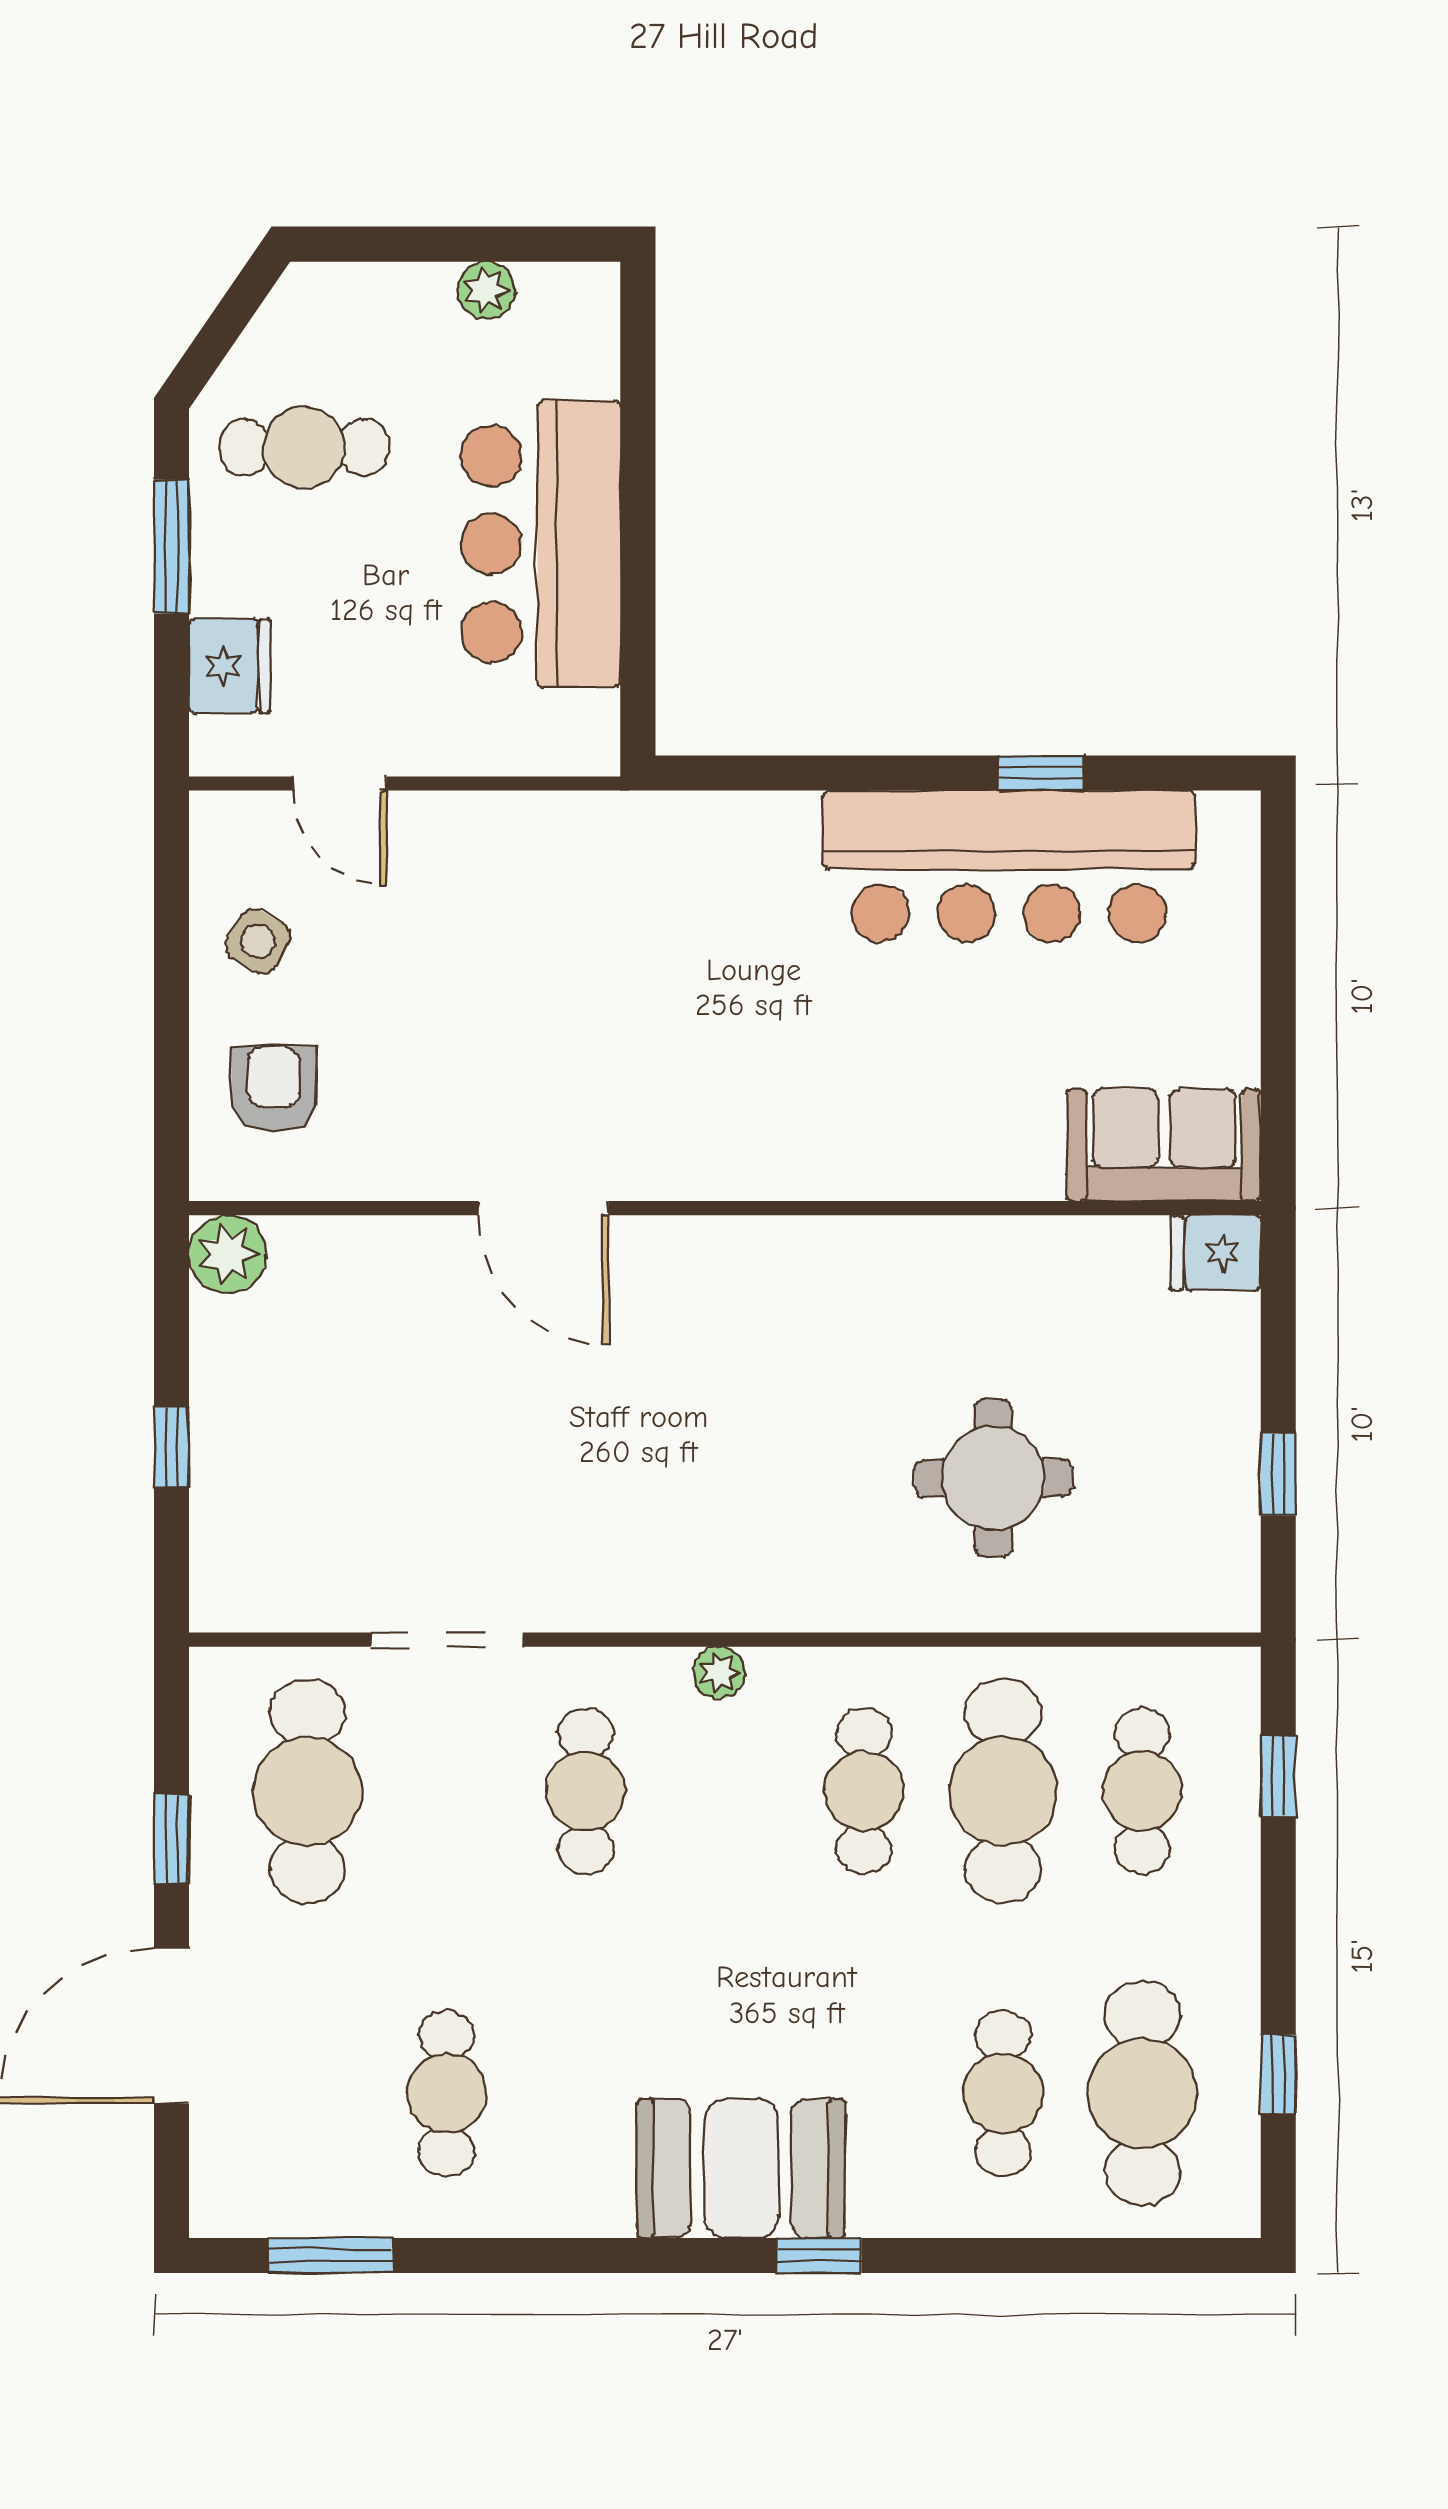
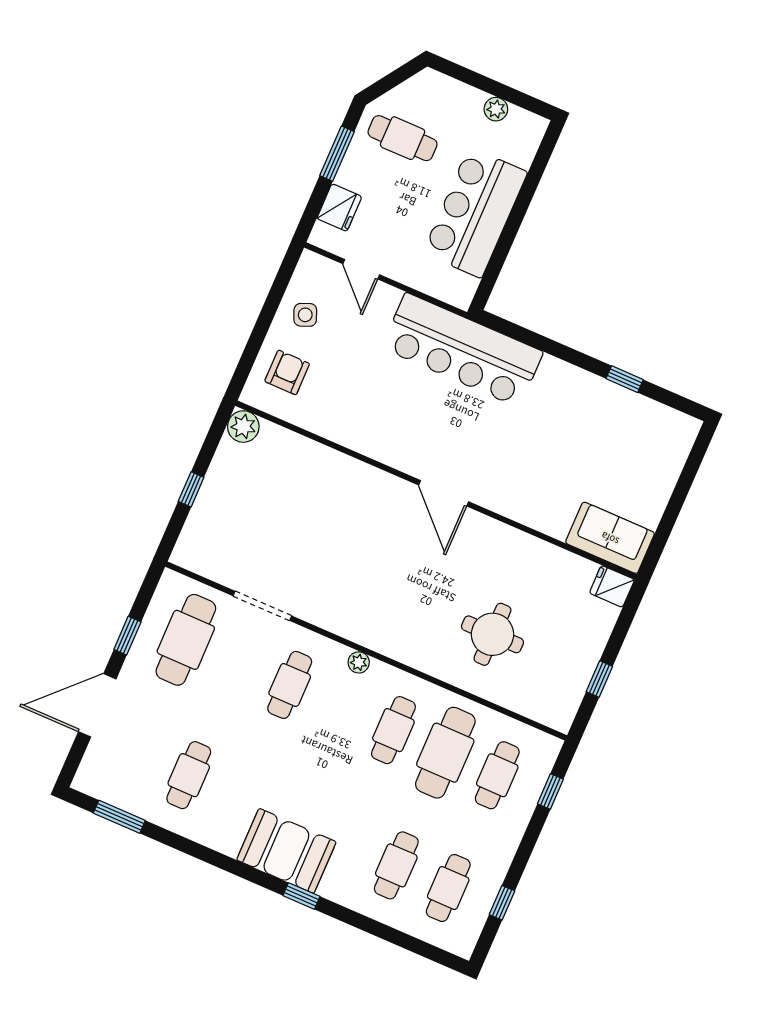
bar counter: (1009, 866) -> (462, 350), moved
side table: (258, 941) -> (305, 315), turned 37
door: (543, 1208) -> (444, 493), moved
cafe table: (1142, 2093) -> (448, 888), width x0.73, depth x0.74

